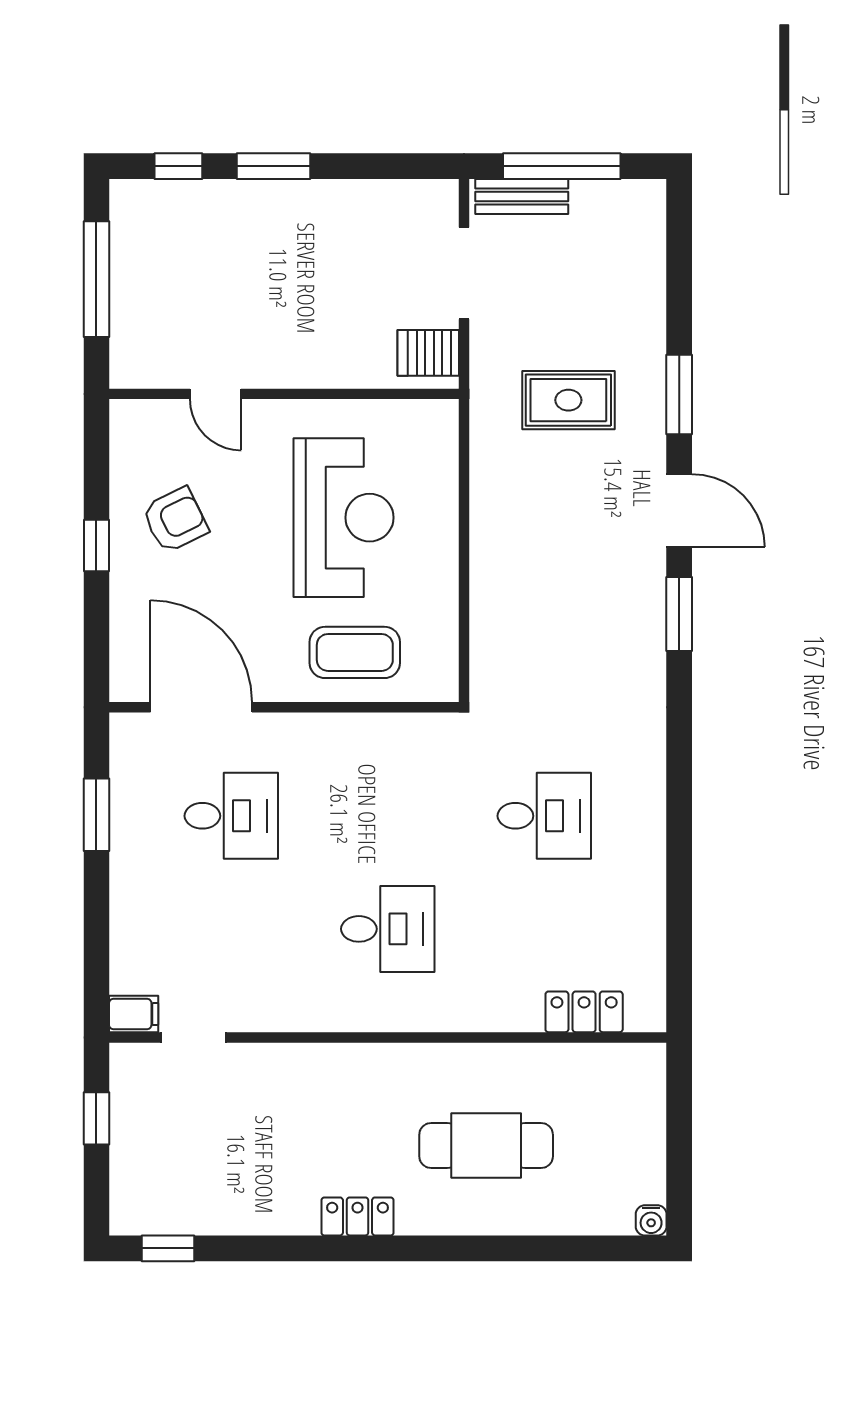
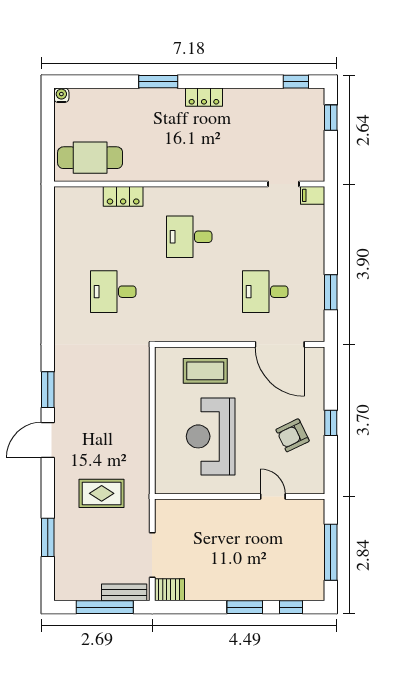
server rack: (428, 353) -> (170, 590), moved
window: (679, 395) -> (48, 537), moved
door: (679, 510) -> (48, 440), hinge flipped
locker: (584, 1012) -> (123, 196), moved
window: (96, 1118) -> (331, 118), moved
cafe table: (486, 1146) -> (90, 158), moved
window: (452, 1248) -> (158, 82), added

